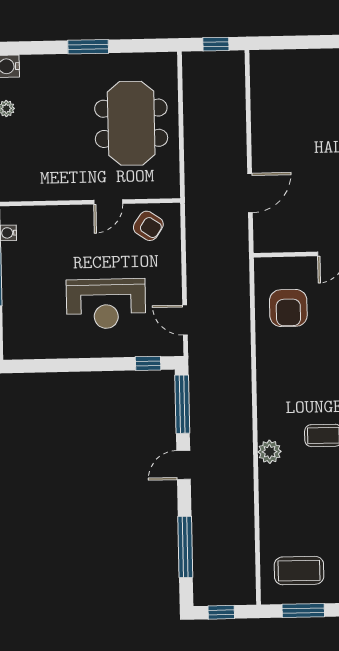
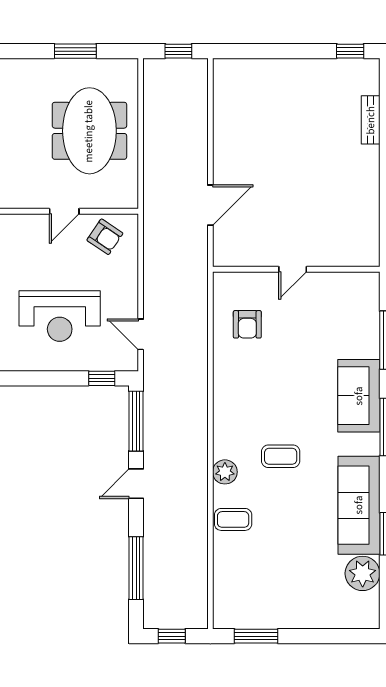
window: (88, 47) -> (75, 51), moved
armchair: (288, 308) -> (247, 324), width x0.72, depth x0.72
coffee table: (299, 571) -> (233, 519), moved, width x0.73, depth x0.77

